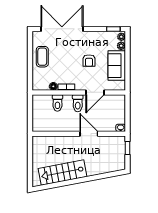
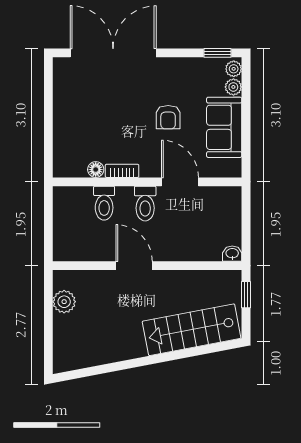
coffee table: (42, 57) -> (73, 109), removed
door: (95, 92) -> (180, 182), swing flipped
door: (89, 134) -> (134, 266), moved
plant: (38, 152) -> (64, 302), added
stairs: (63, 173) -> (192, 330), moved

